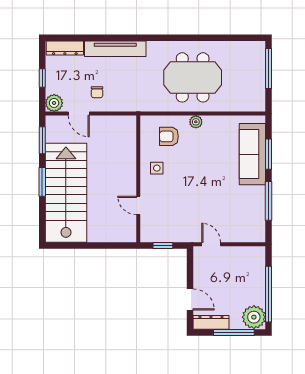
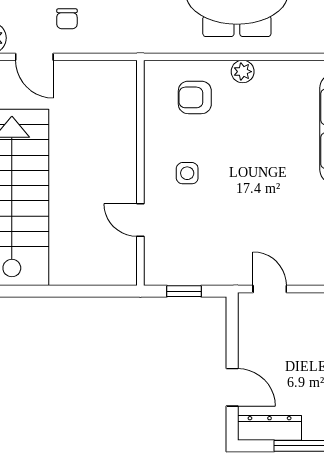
side table: (157, 168) -> (187, 173), moved

